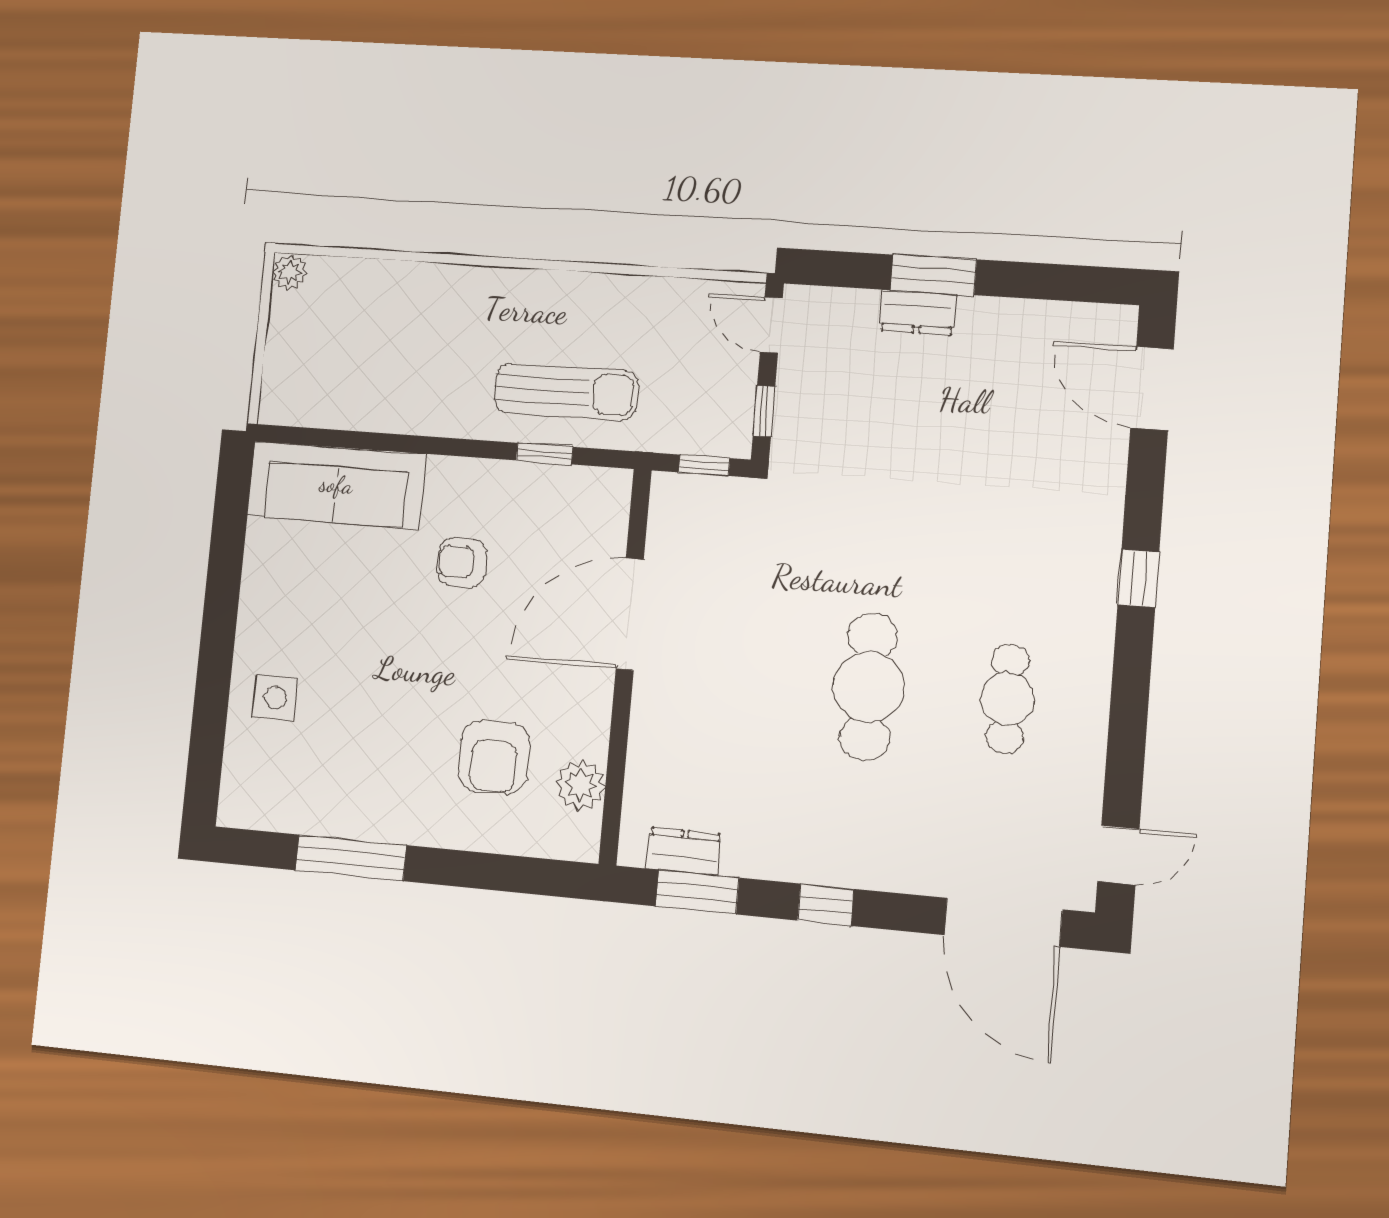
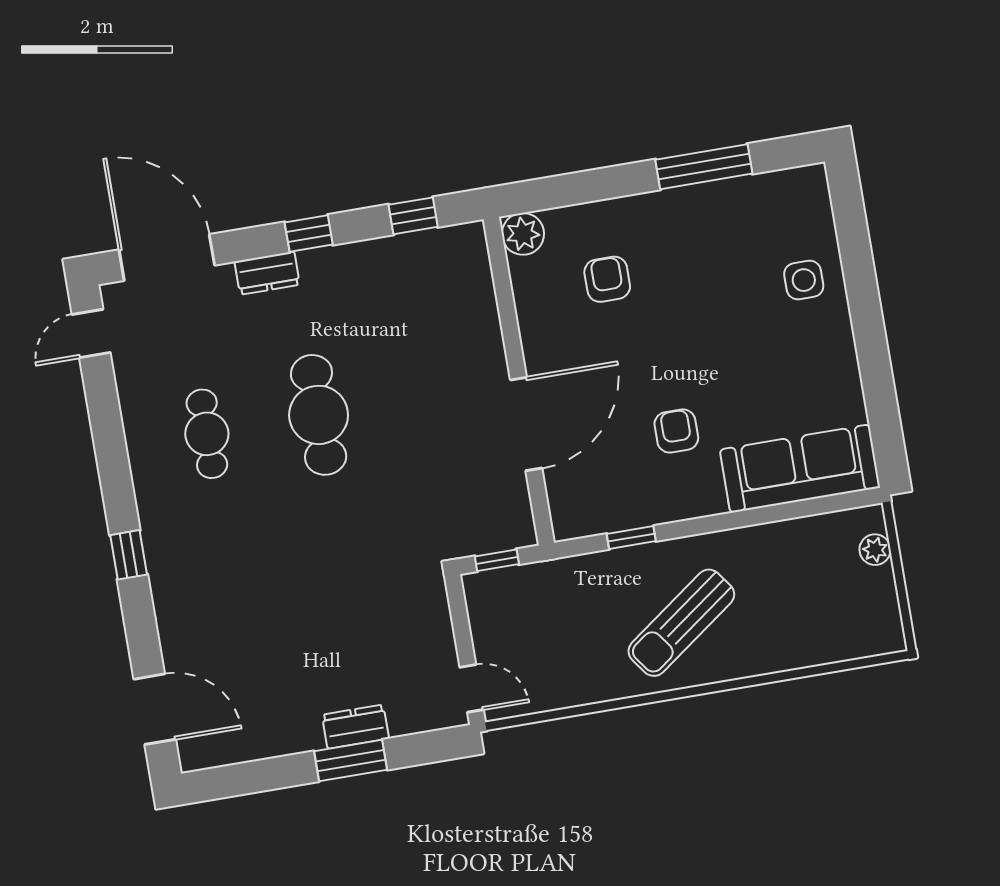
plant: (289, 272) -> (875, 550), moved
sun lounger: (566, 392) -> (681, 623), moved, turned -36
window: (764, 411) -> (459, 616), removed
armchair: (462, 562) -> (676, 431), turned -90
armchair: (494, 757) -> (607, 279), width x0.72, depth x0.72
plant: (581, 785) -> (523, 234), moved
dresser: (684, 851) -> (267, 273), moved
window: (697, 892) -> (413, 216), width x0.67

